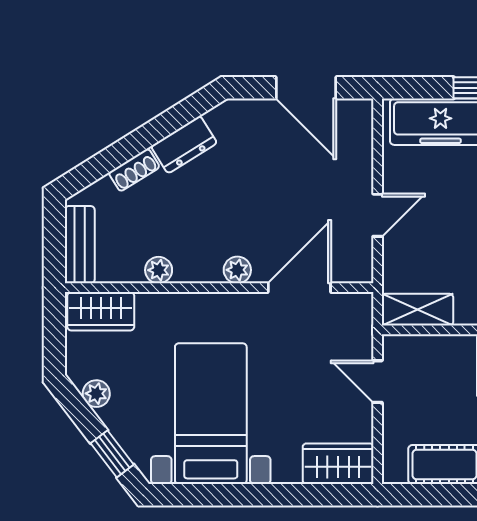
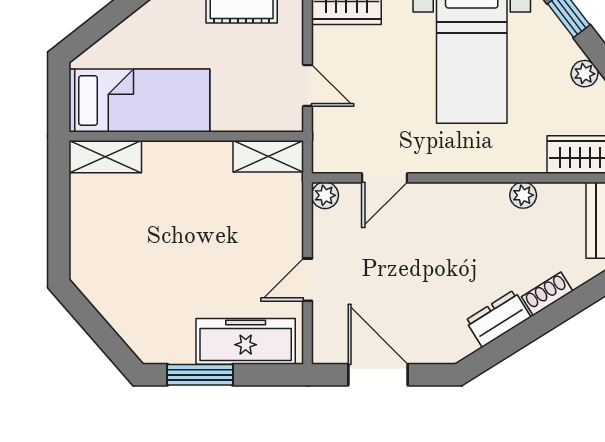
door: (378, 215) -> (308, 280), moved
plant: (237, 270) -> (325, 195), moved
door: (299, 288) -> (385, 178), width x0.73

